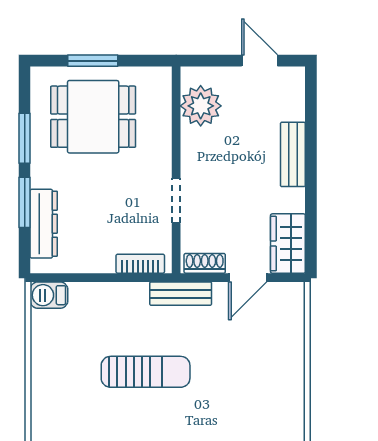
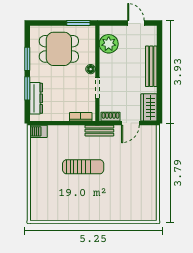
window: (93, 61) -> (78, 23), moved
bench: (293, 154) -> (151, 66), width x1.36
floor lamp: (162, 161) -> (91, 69), added

